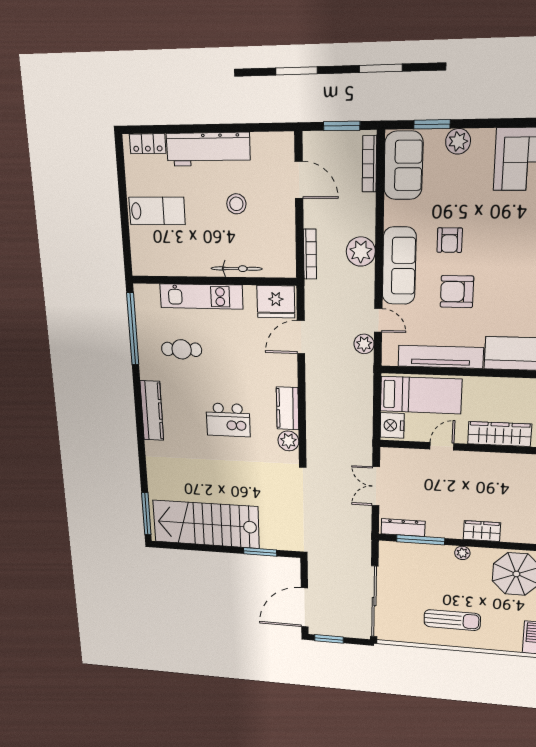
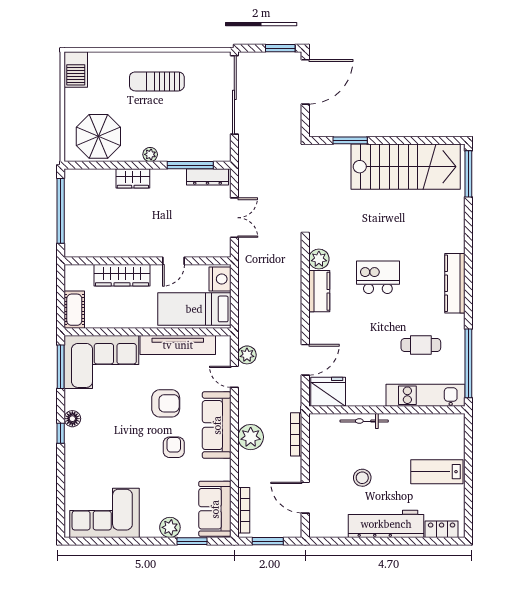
kitchen unit: (201, 296) -> (425, 395), moved

